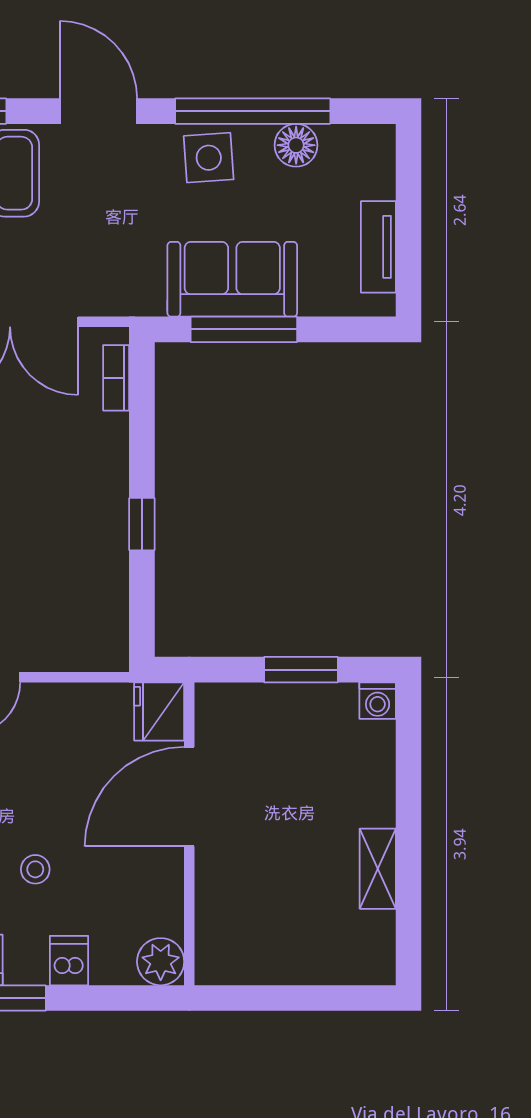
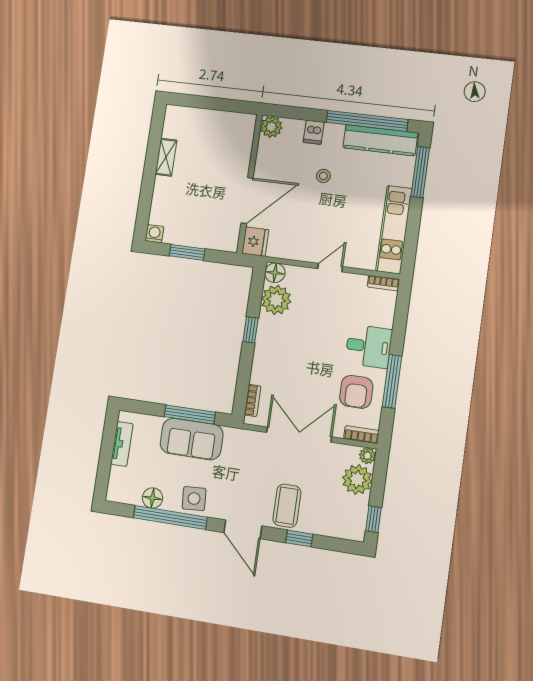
plant: (97, 594) -> (276, 300), added
floor lamp: (108, 651) -> (275, 273), added

